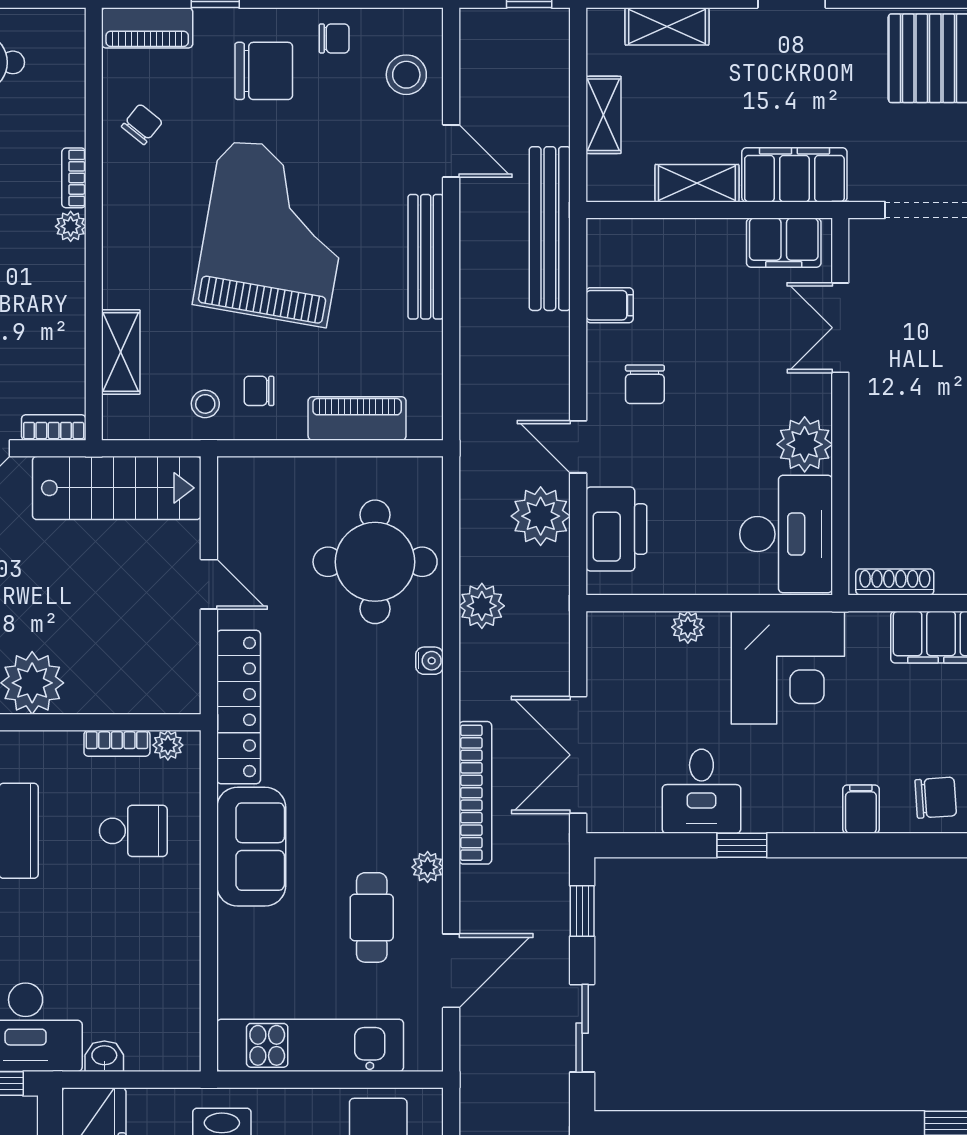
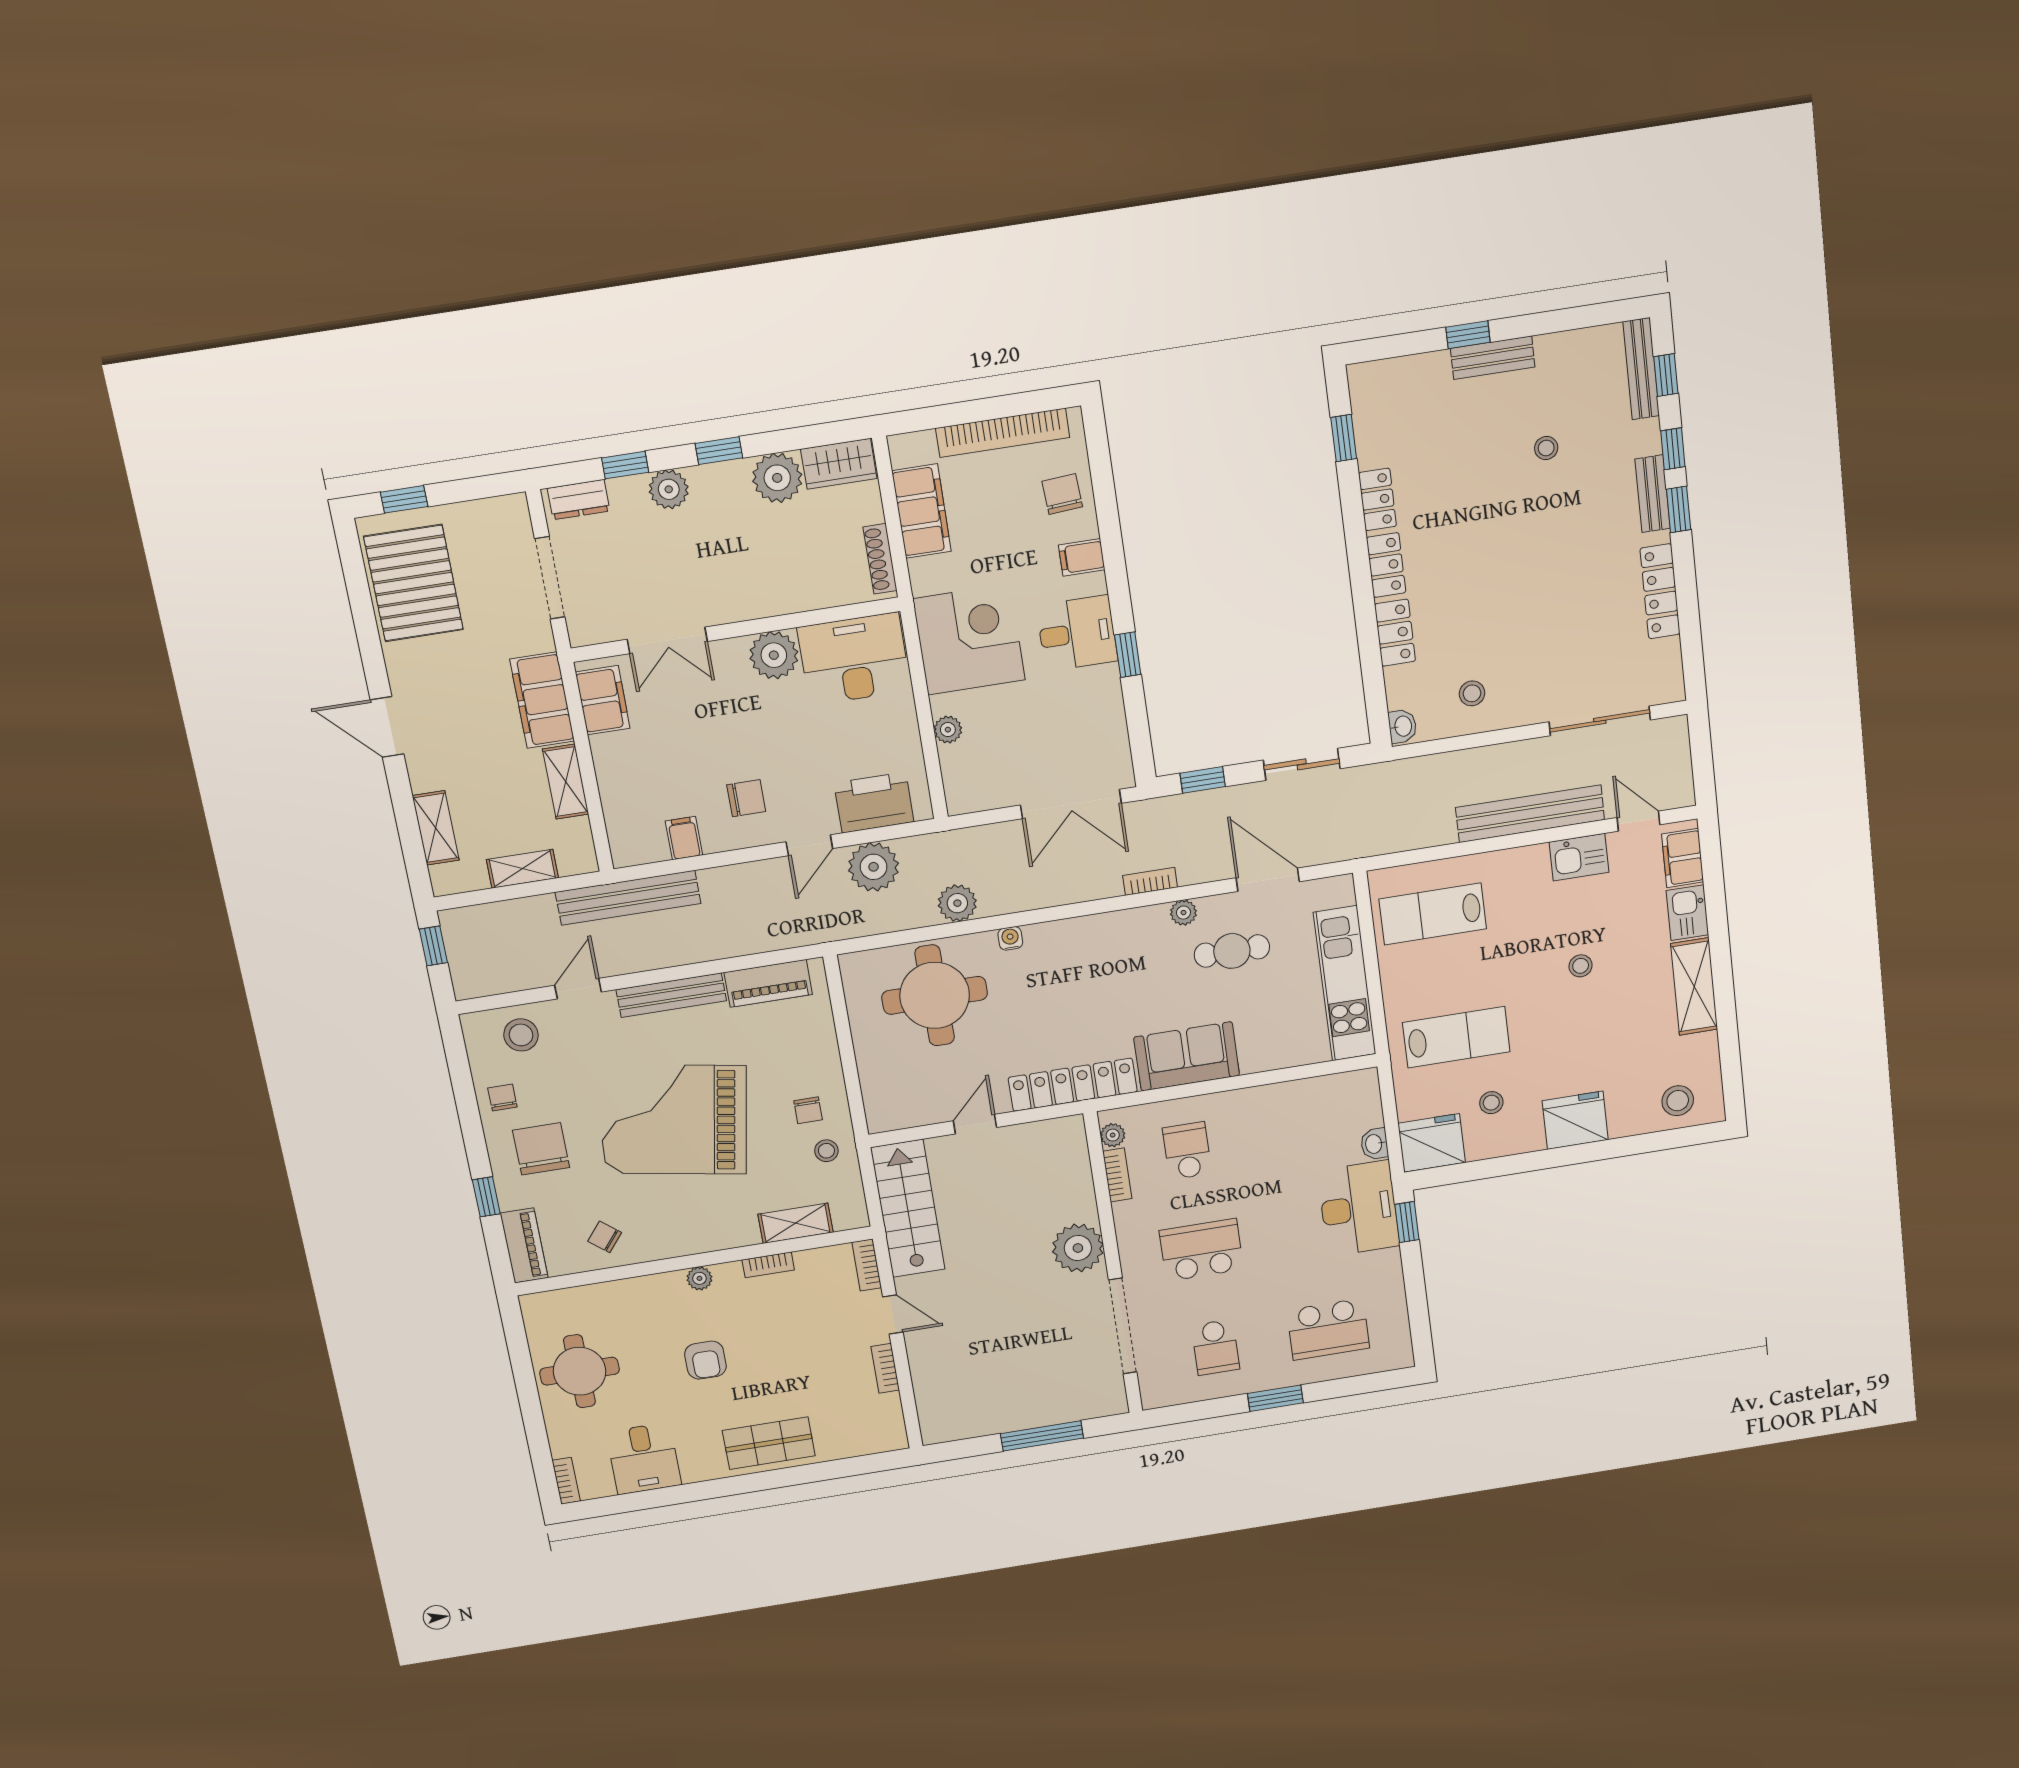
bookcase: (74, 178) -> (768, 1265), moved
piano: (357, 418) -> (768, 983), moved, turned -90
desk: (701, 791) -> (1077, 633), moved
bookcase: (475, 793) -> (1150, 881), width x0.43, depth x0.76

